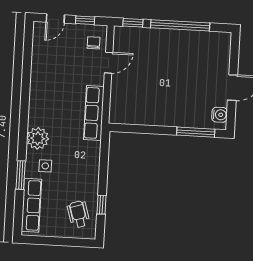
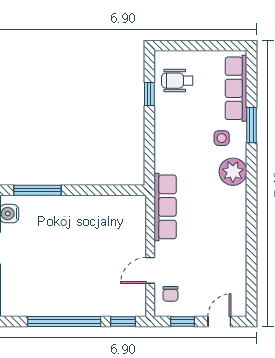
wheelchair: (78, 214) -> (177, 81), turned 107

